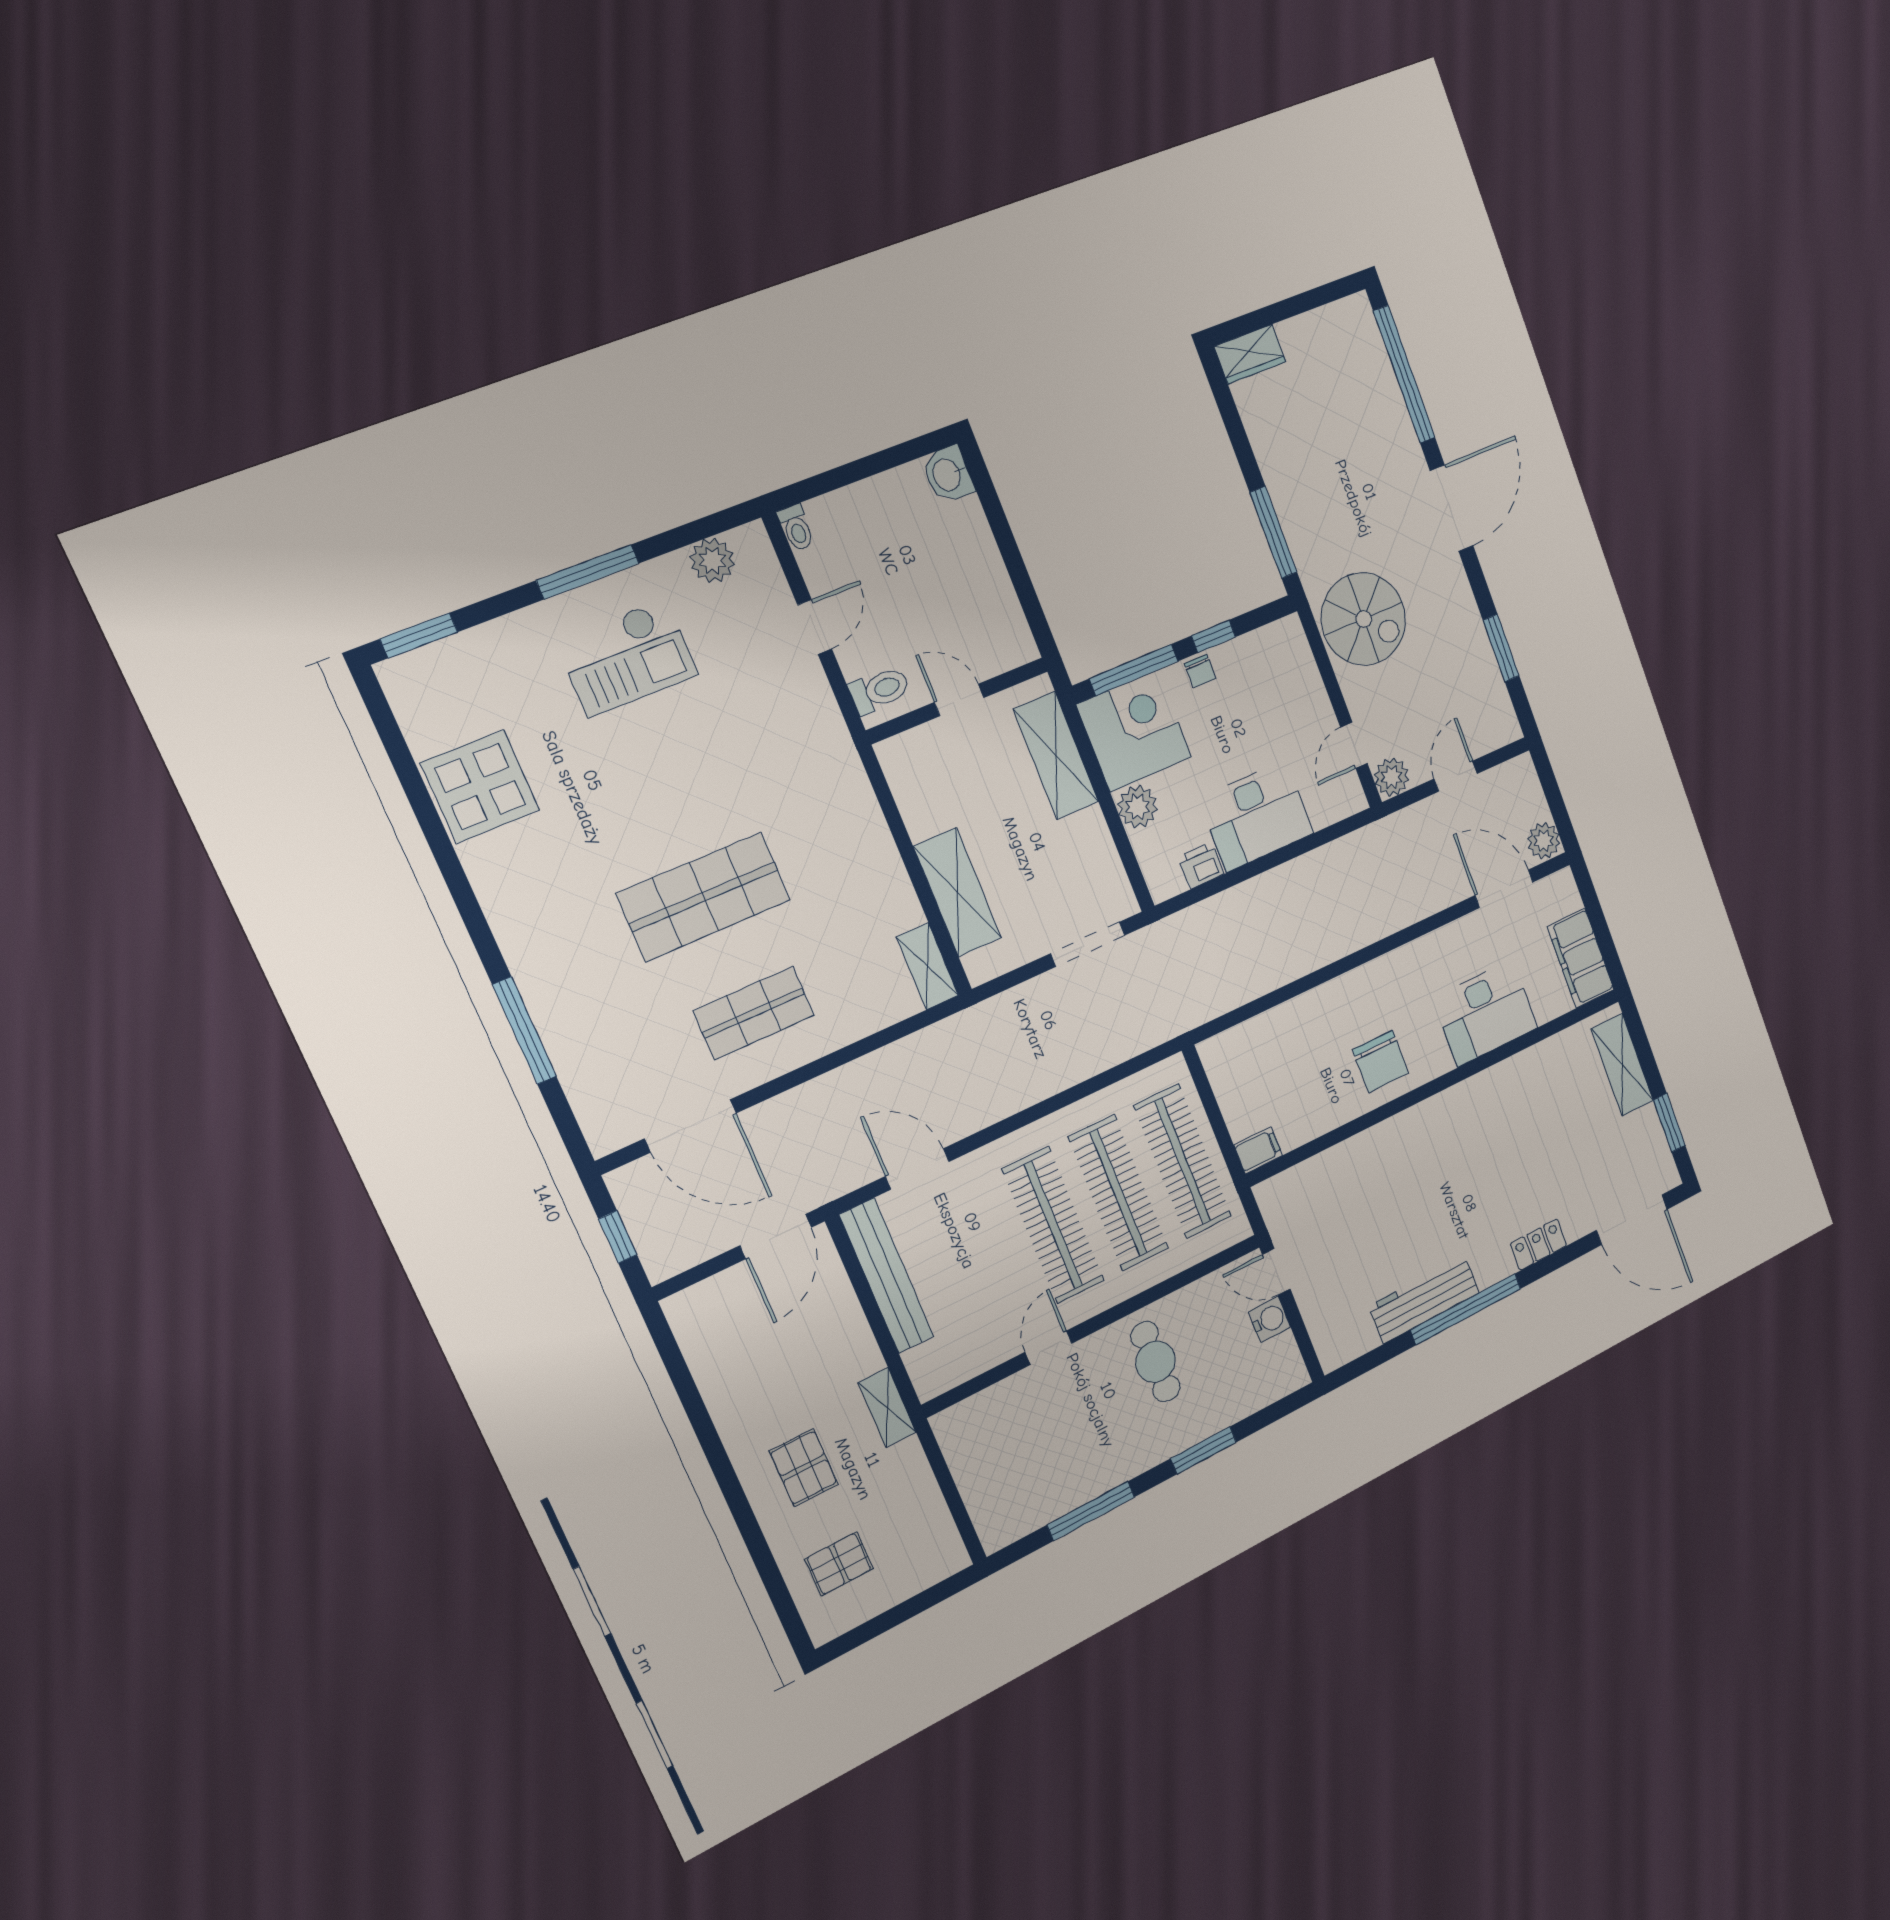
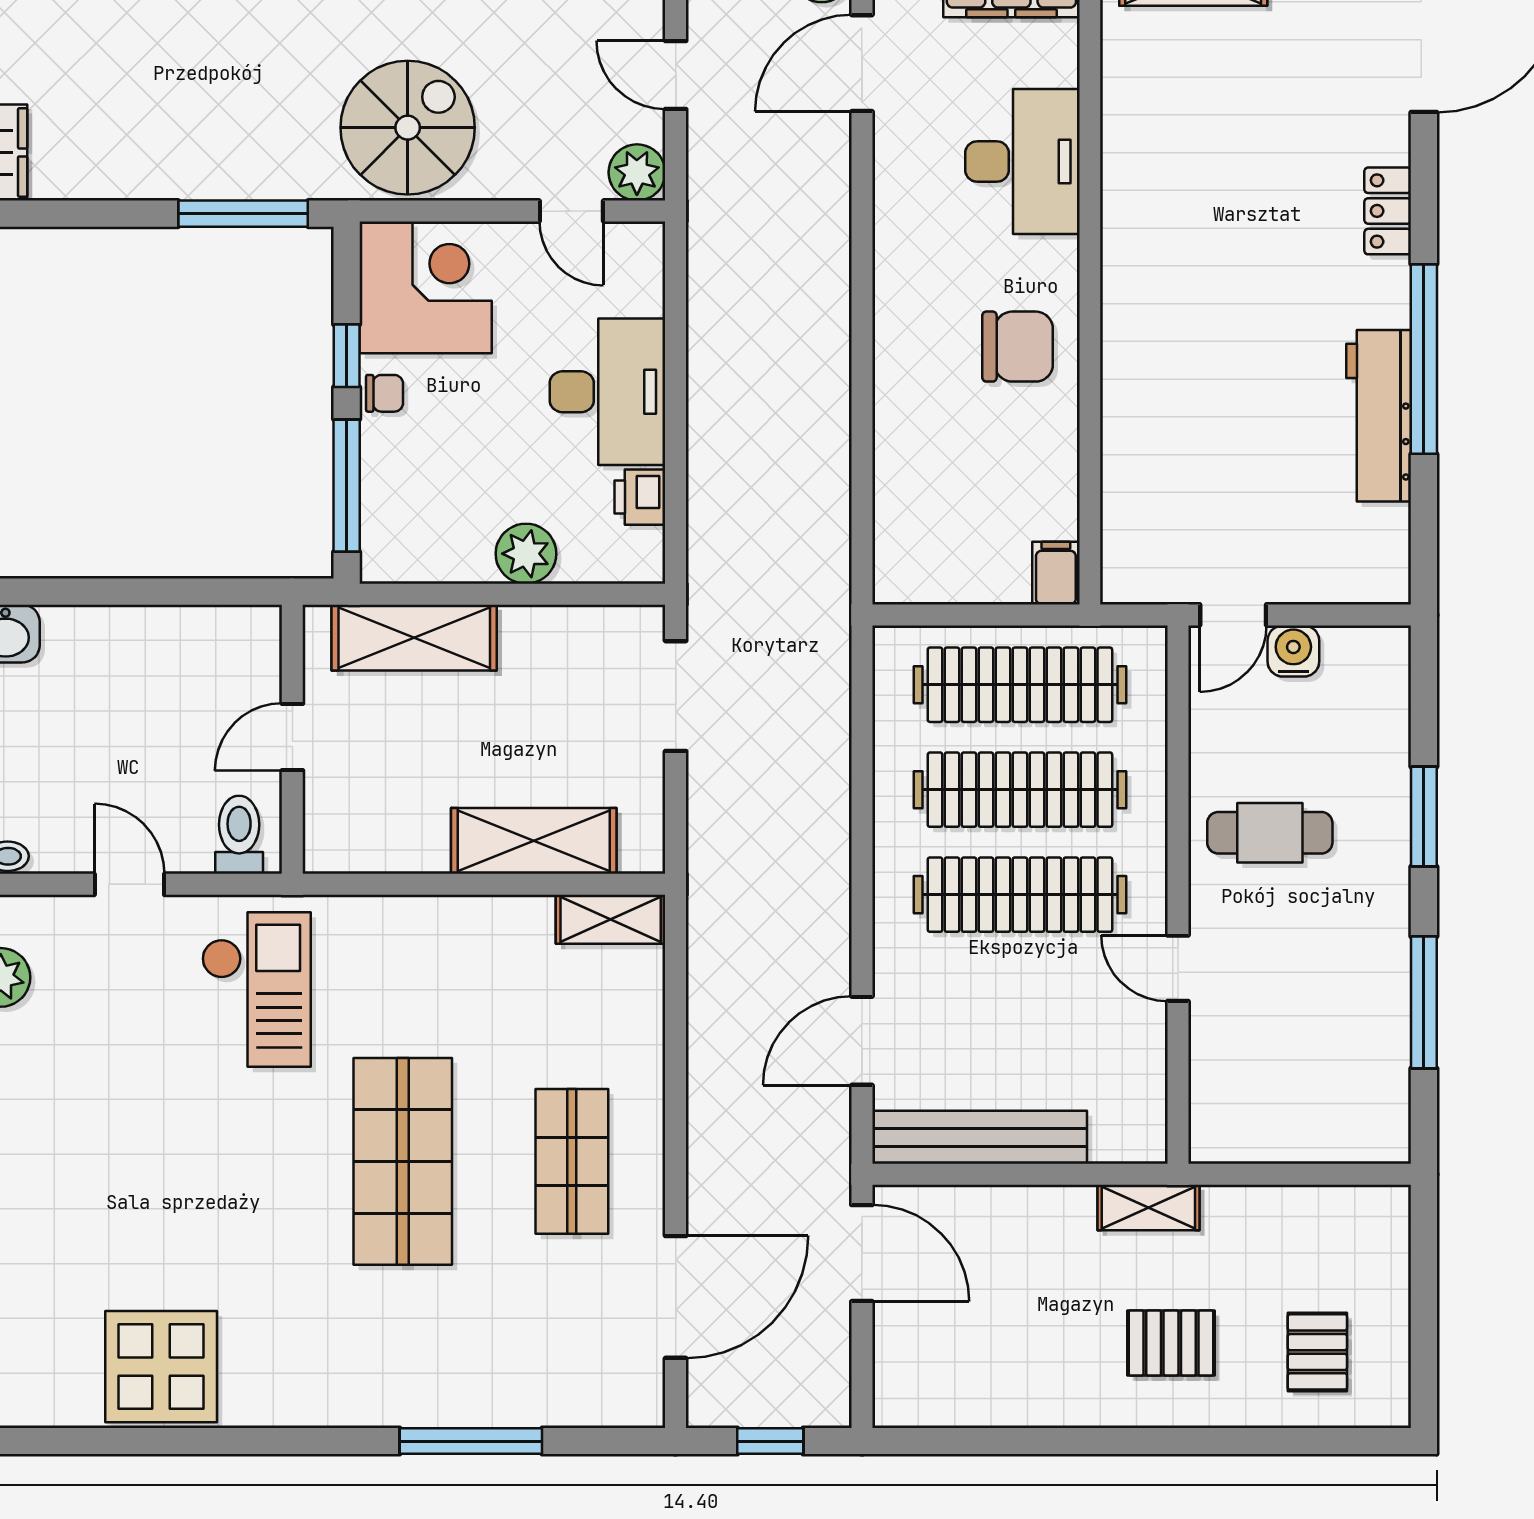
checkout: (627, 657) -> (256, 990), moved
corner desk: (1134, 731) -> (426, 287), moved, turned 90

